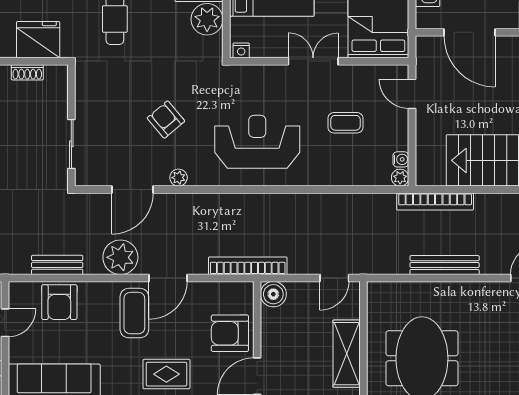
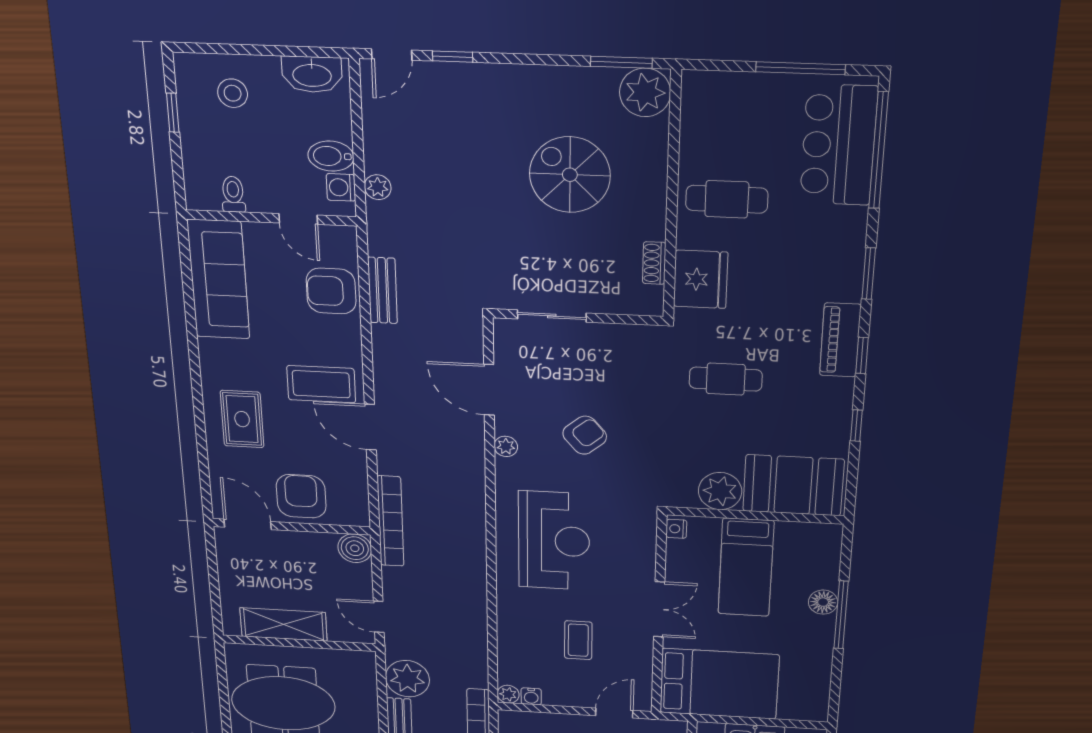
plant: (120, 257) -> (407, 679), moved

